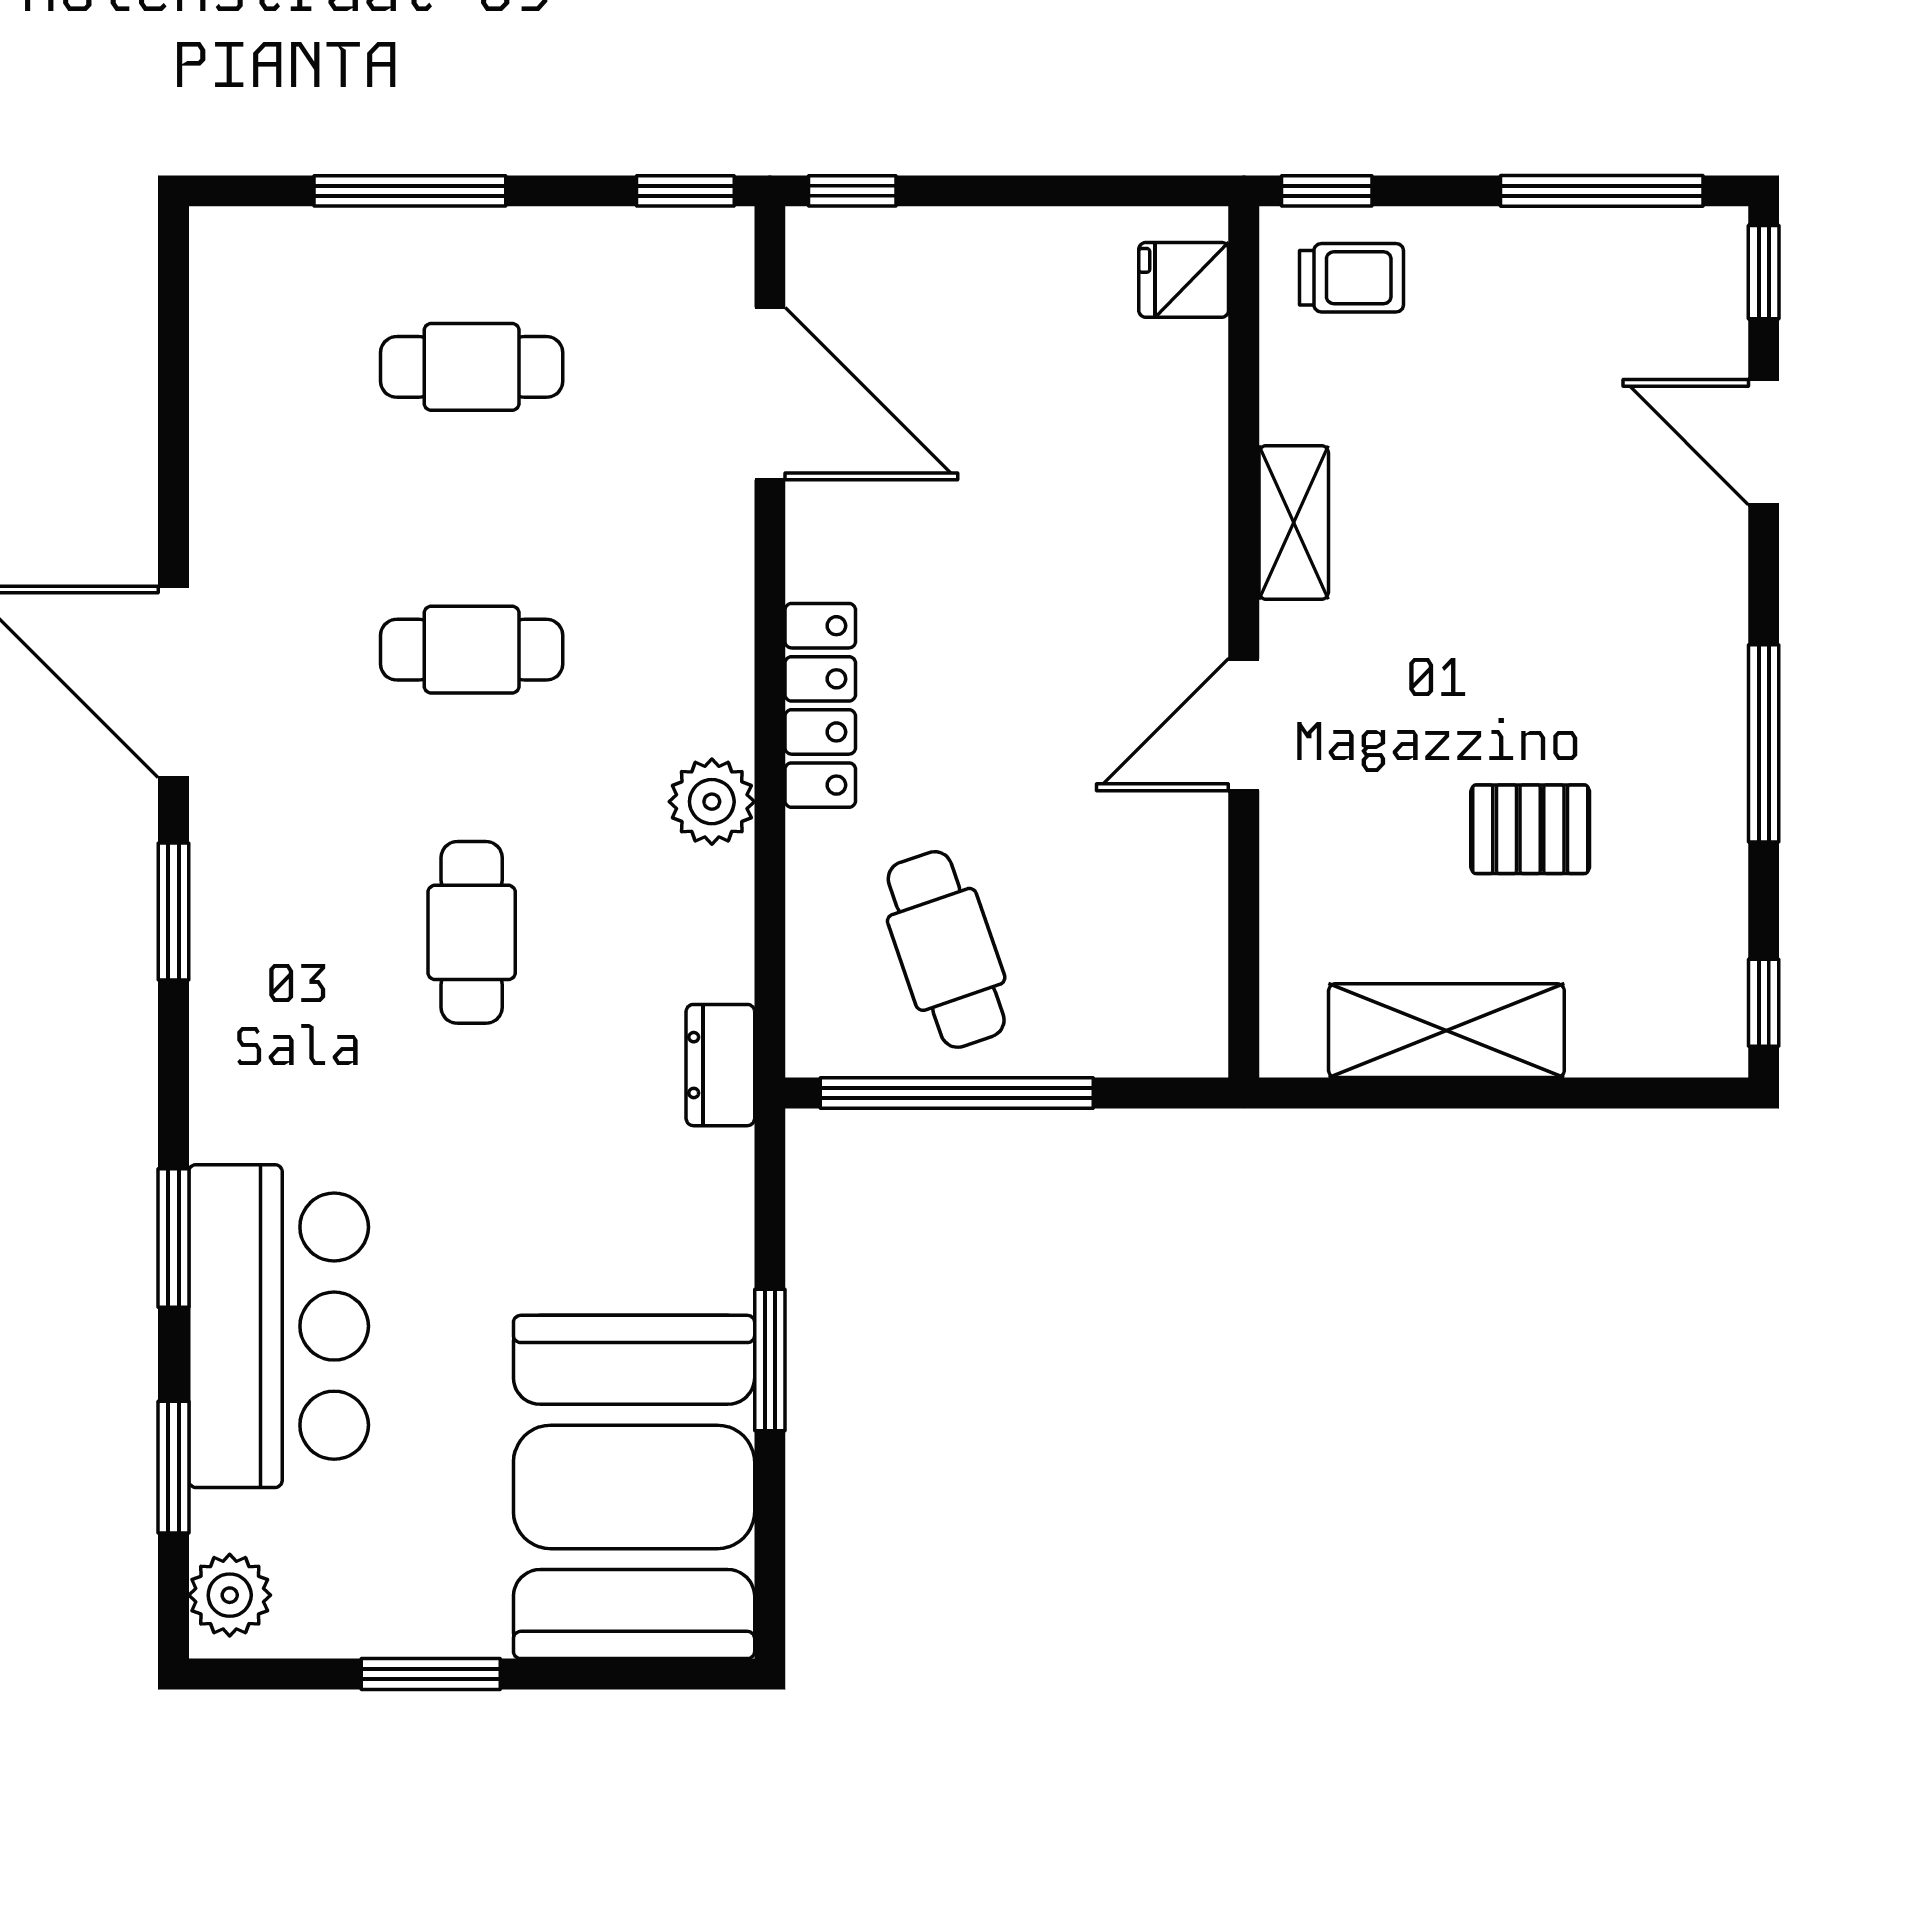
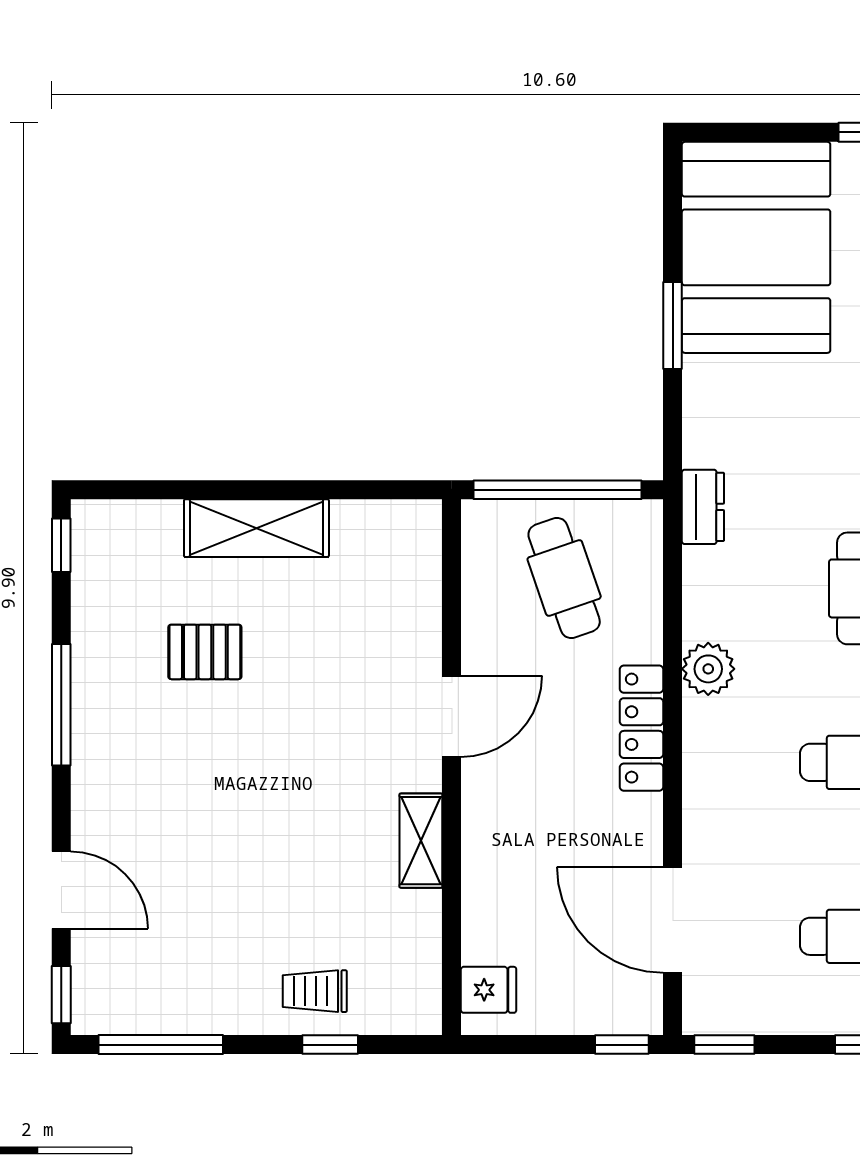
fridge: (1184, 280) -> (489, 990), moved
shelving: (1294, 523) -> (421, 841), moved
wall: (1244, 642) -> (452, 767), moved
door: (1244, 725) -> (452, 716), moved

